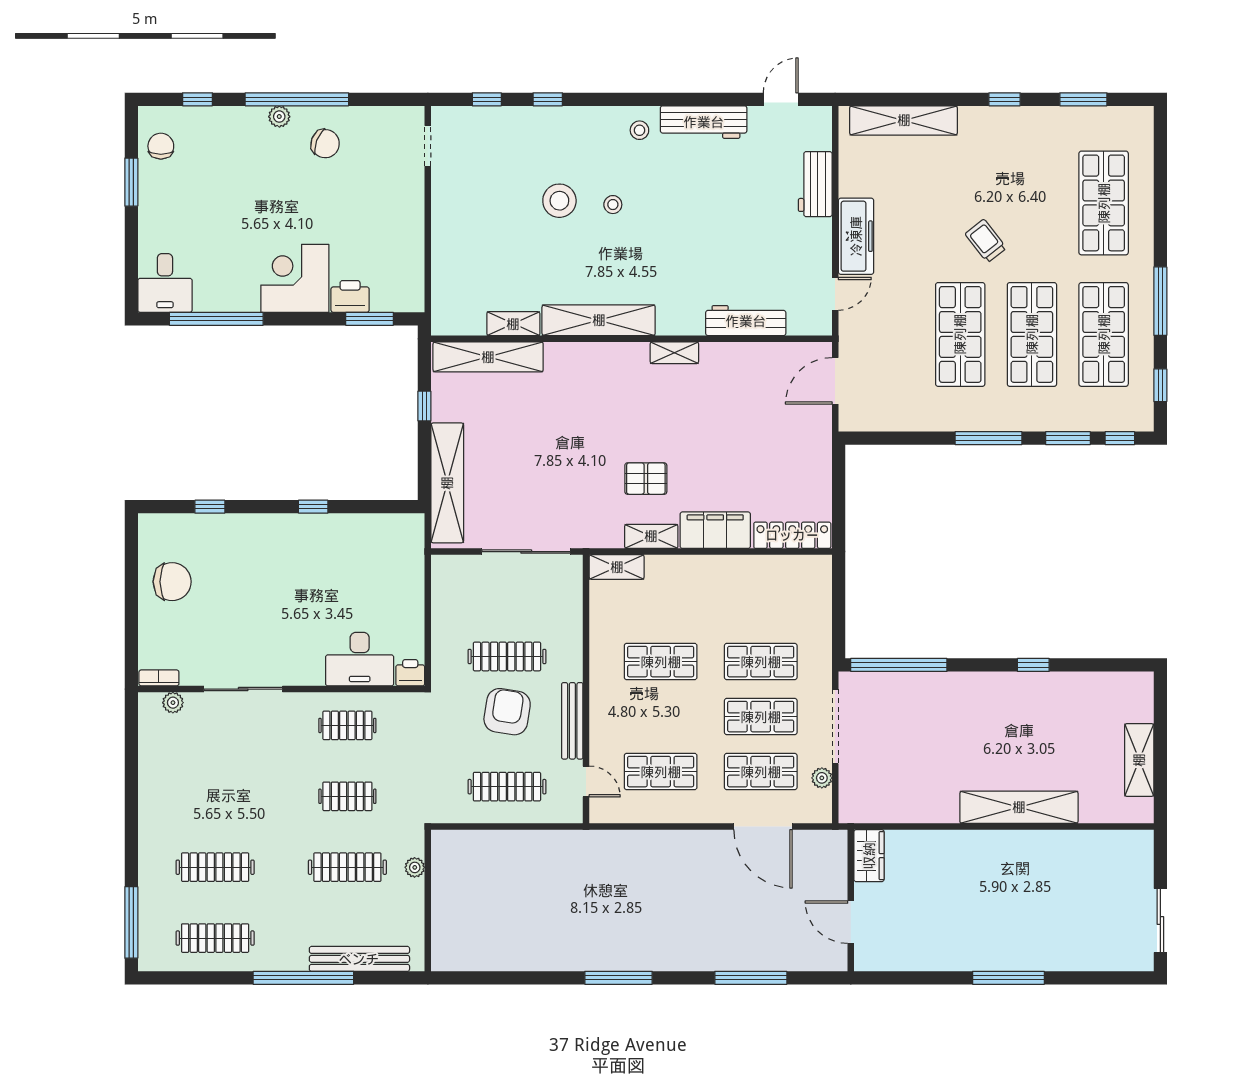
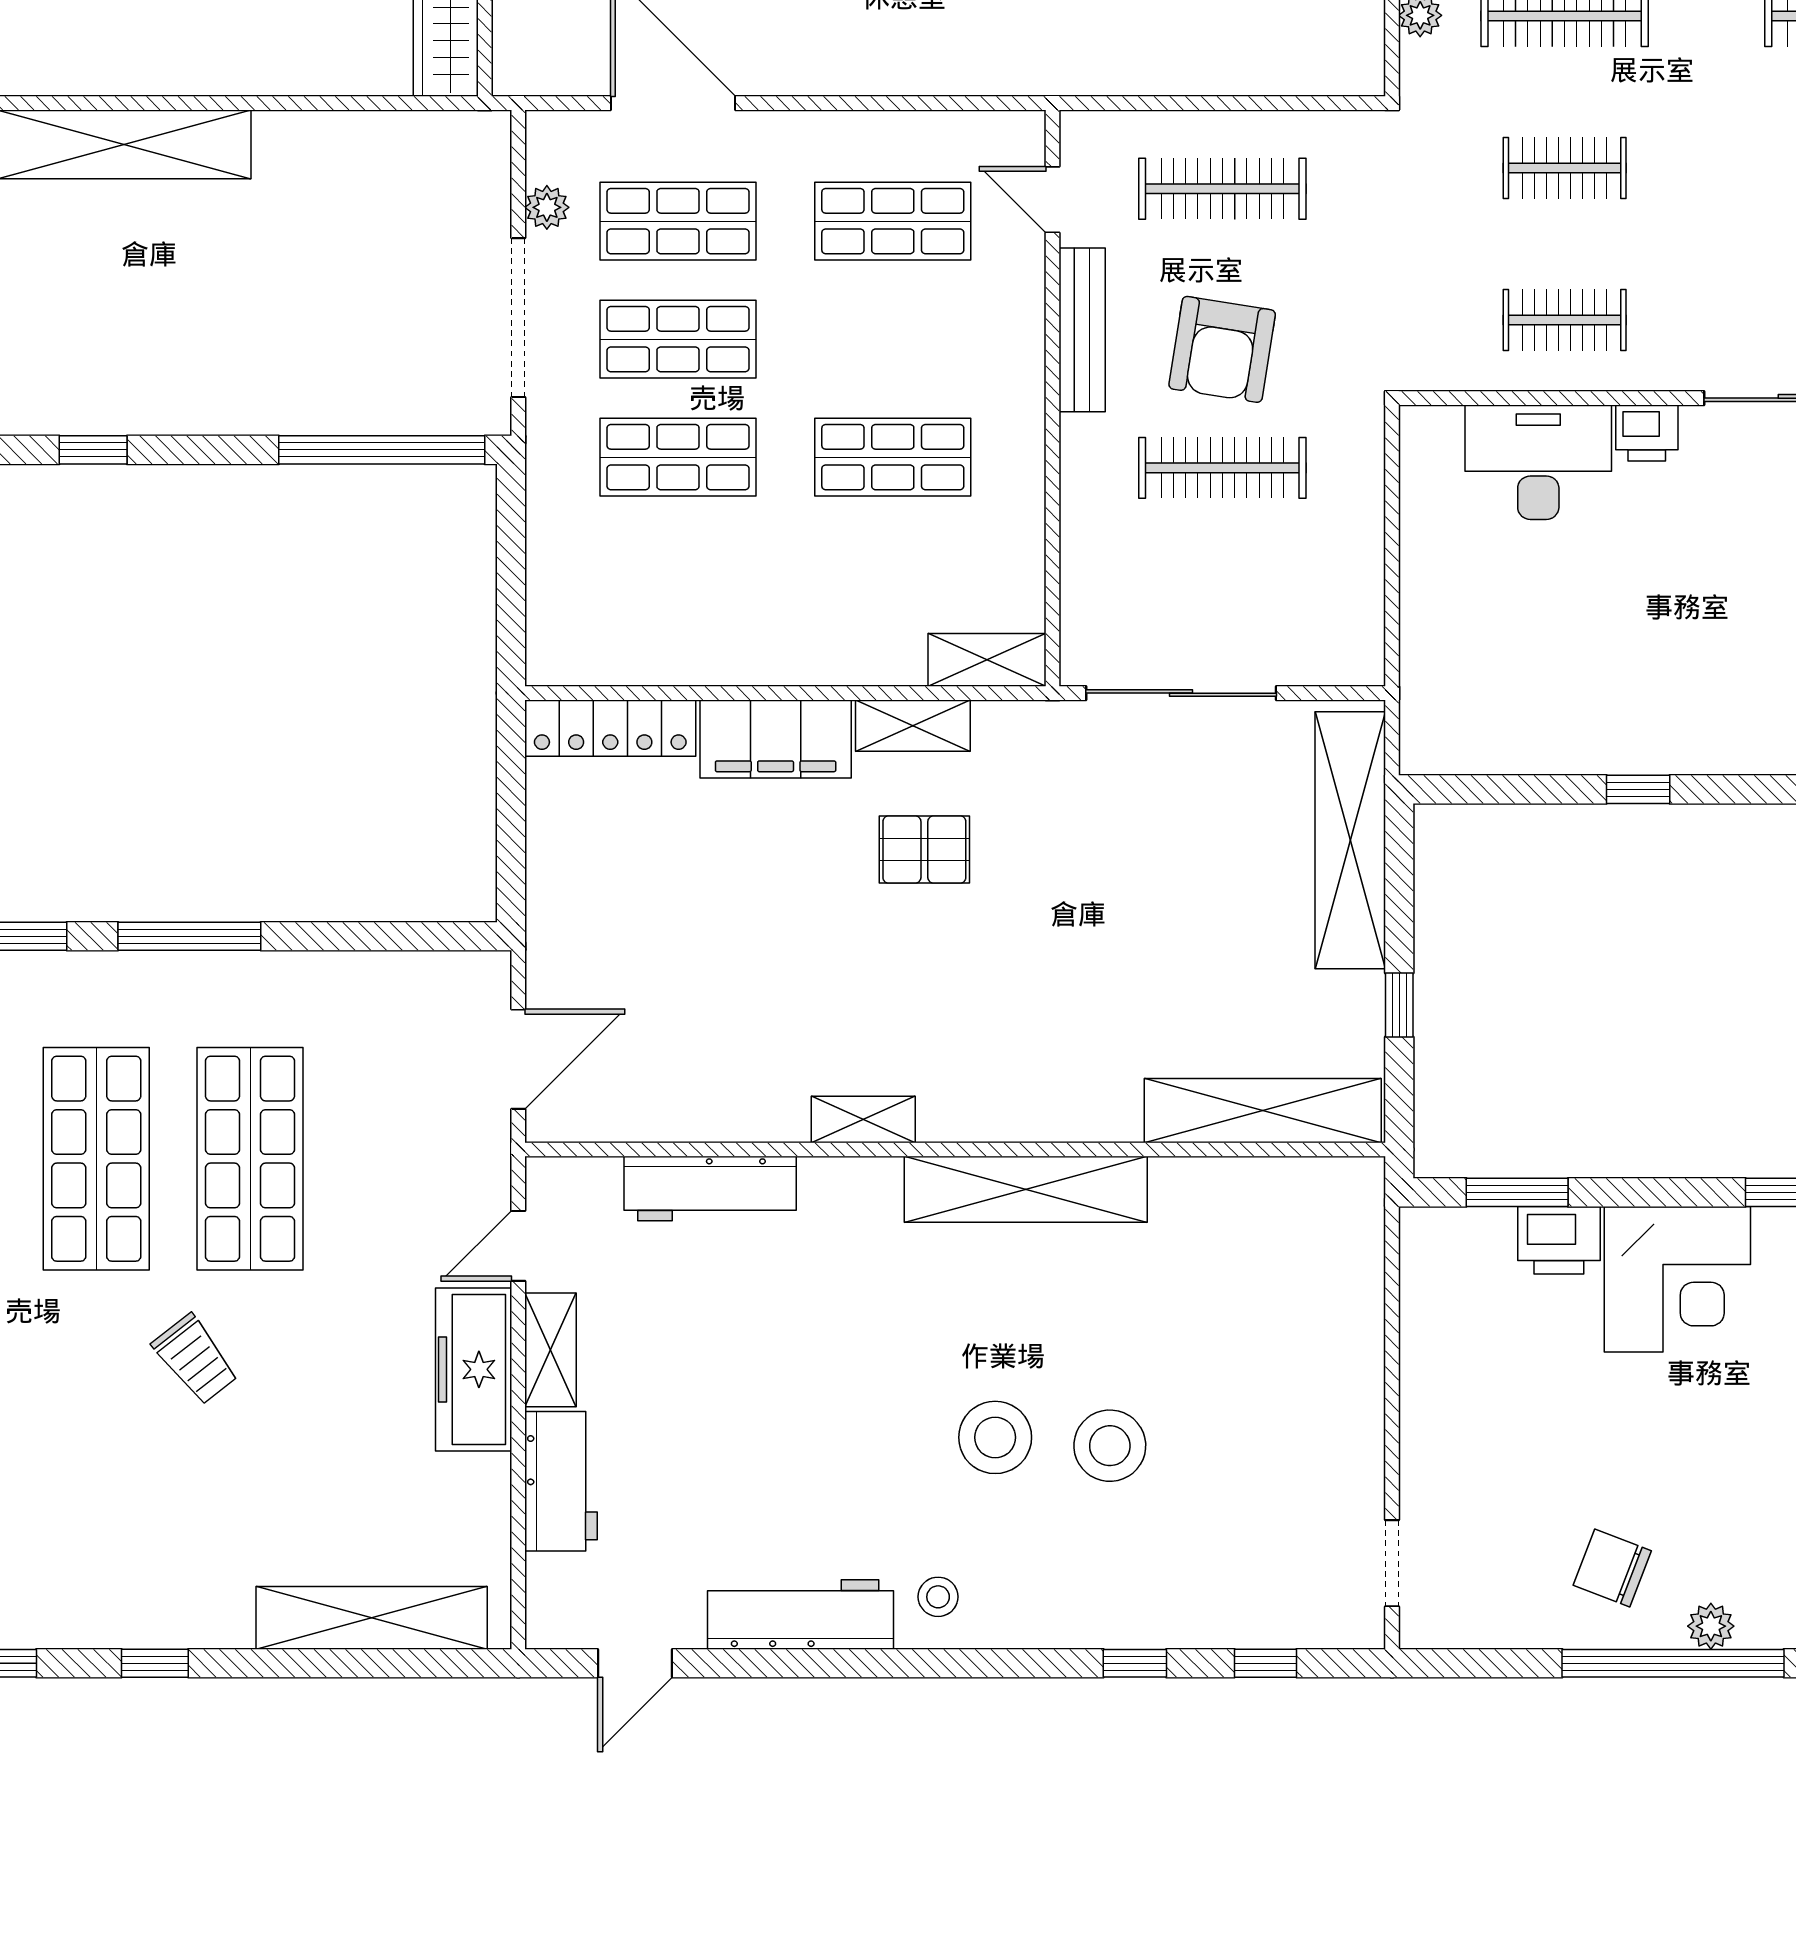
stool: (613, 205) -> (995, 1437), width x1.89, depth x1.89
shelving: (513, 324) -> (551, 1350), moved, turned 90
printer: (410, 673) -> (1647, 433), moved

